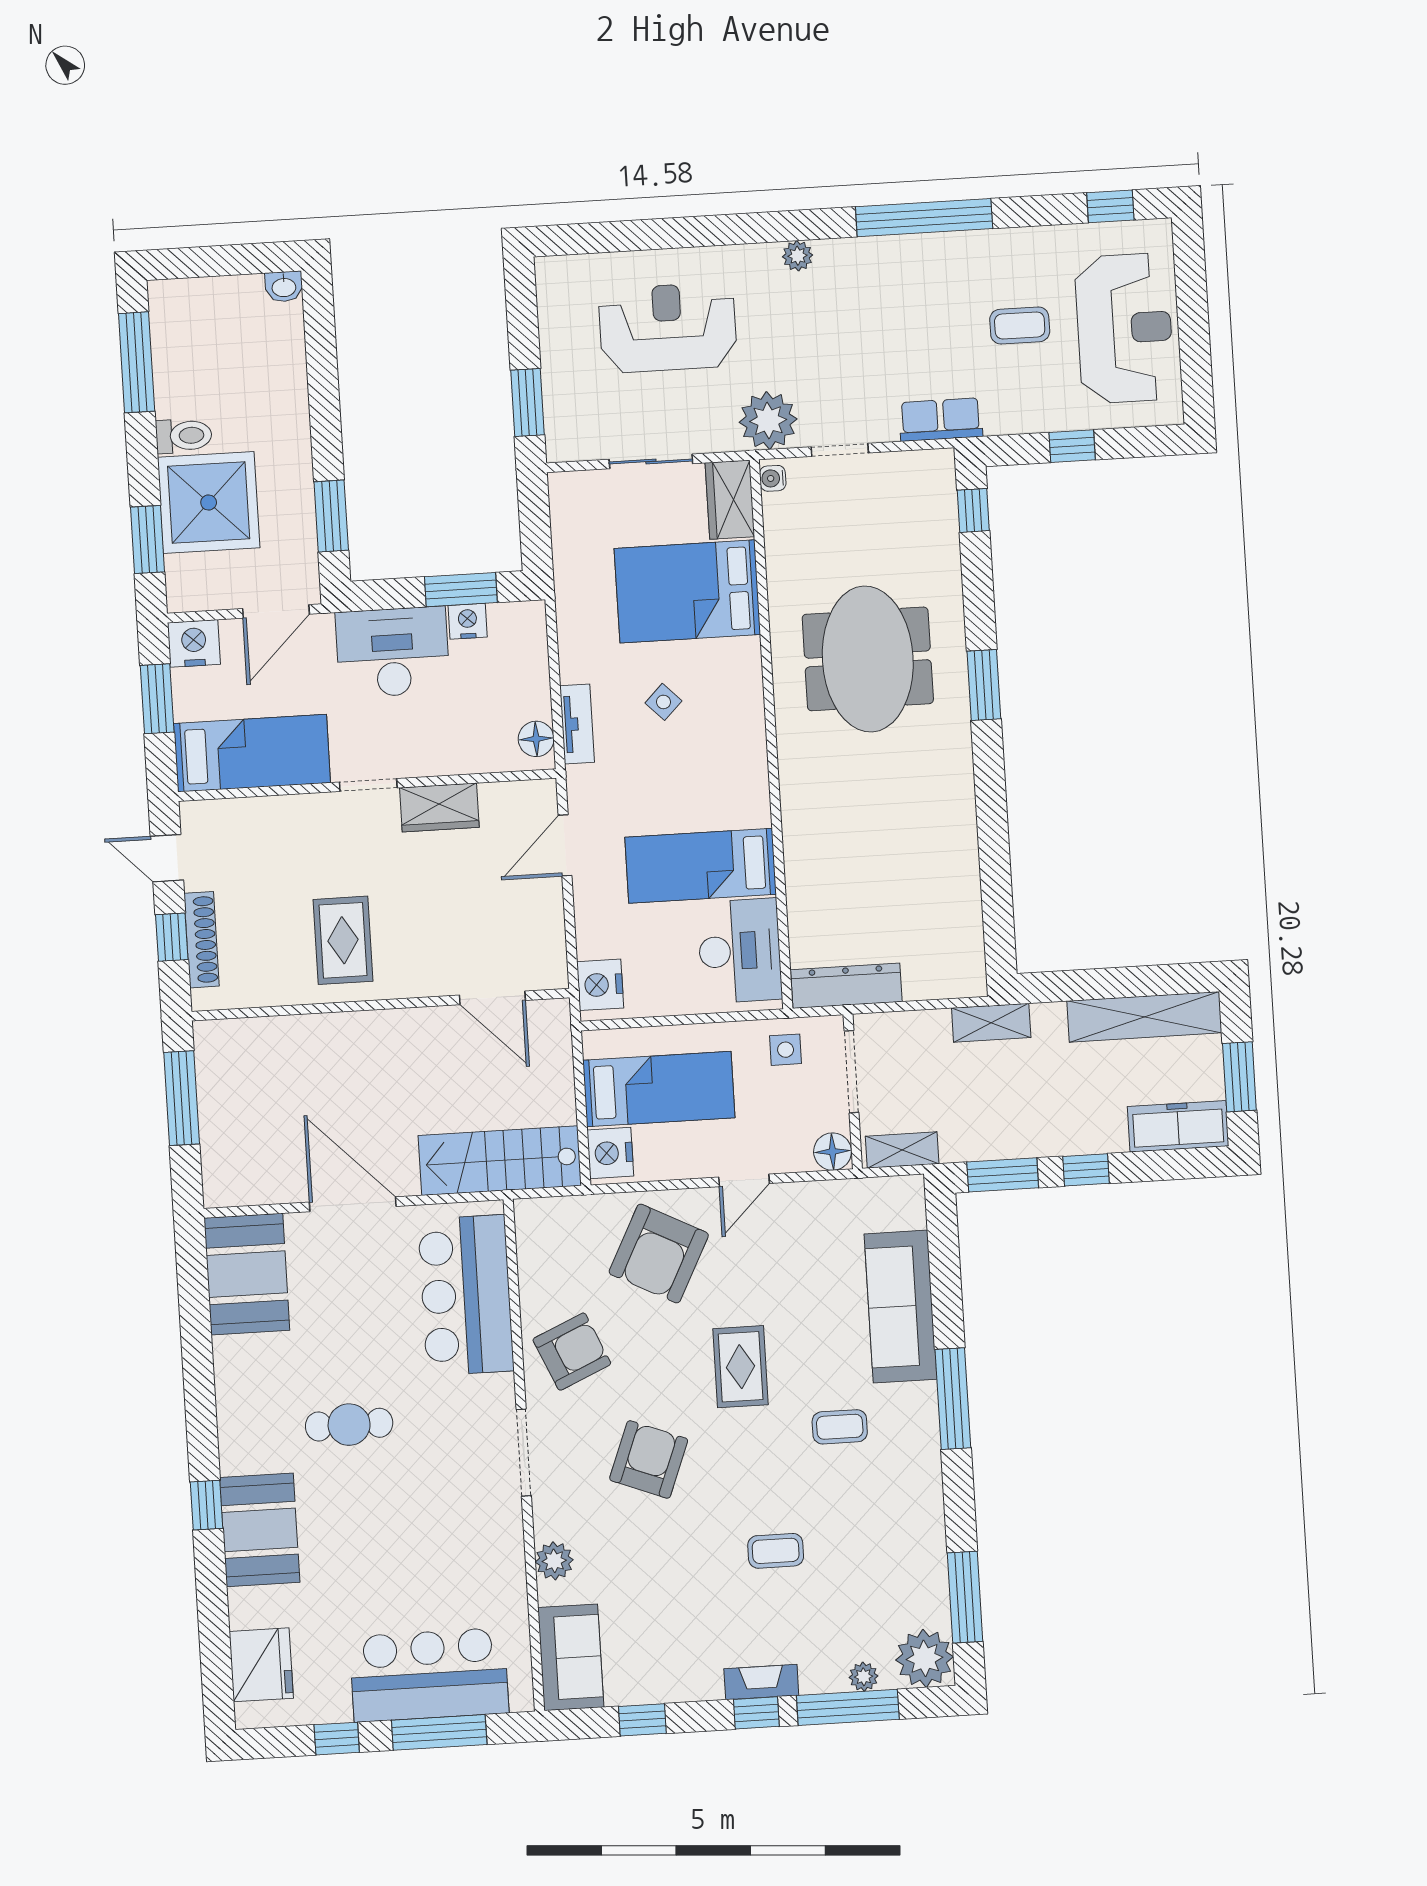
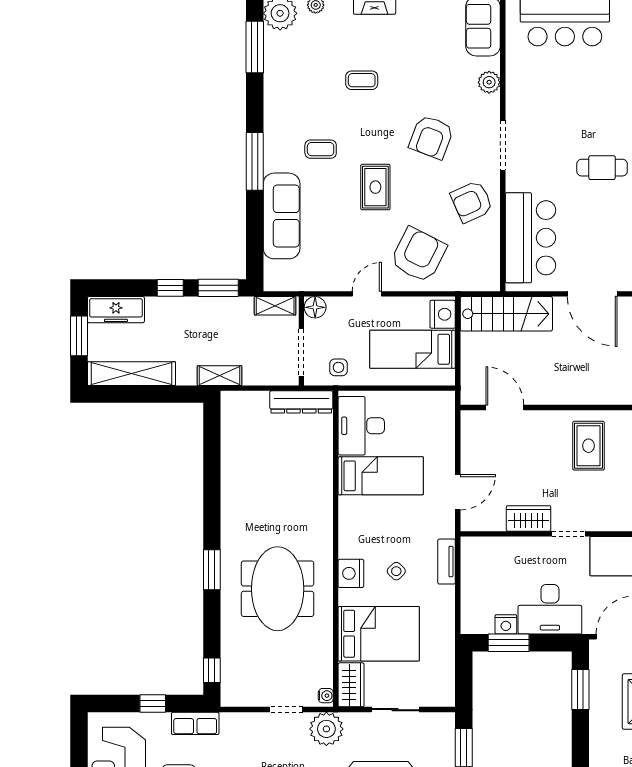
row of seats: (941, 420) -> (195, 723), moved
floor lamp: (536, 739) -> (471, 554), removed
nightstand: (600, 985) -> (351, 573), moved, turned 180

